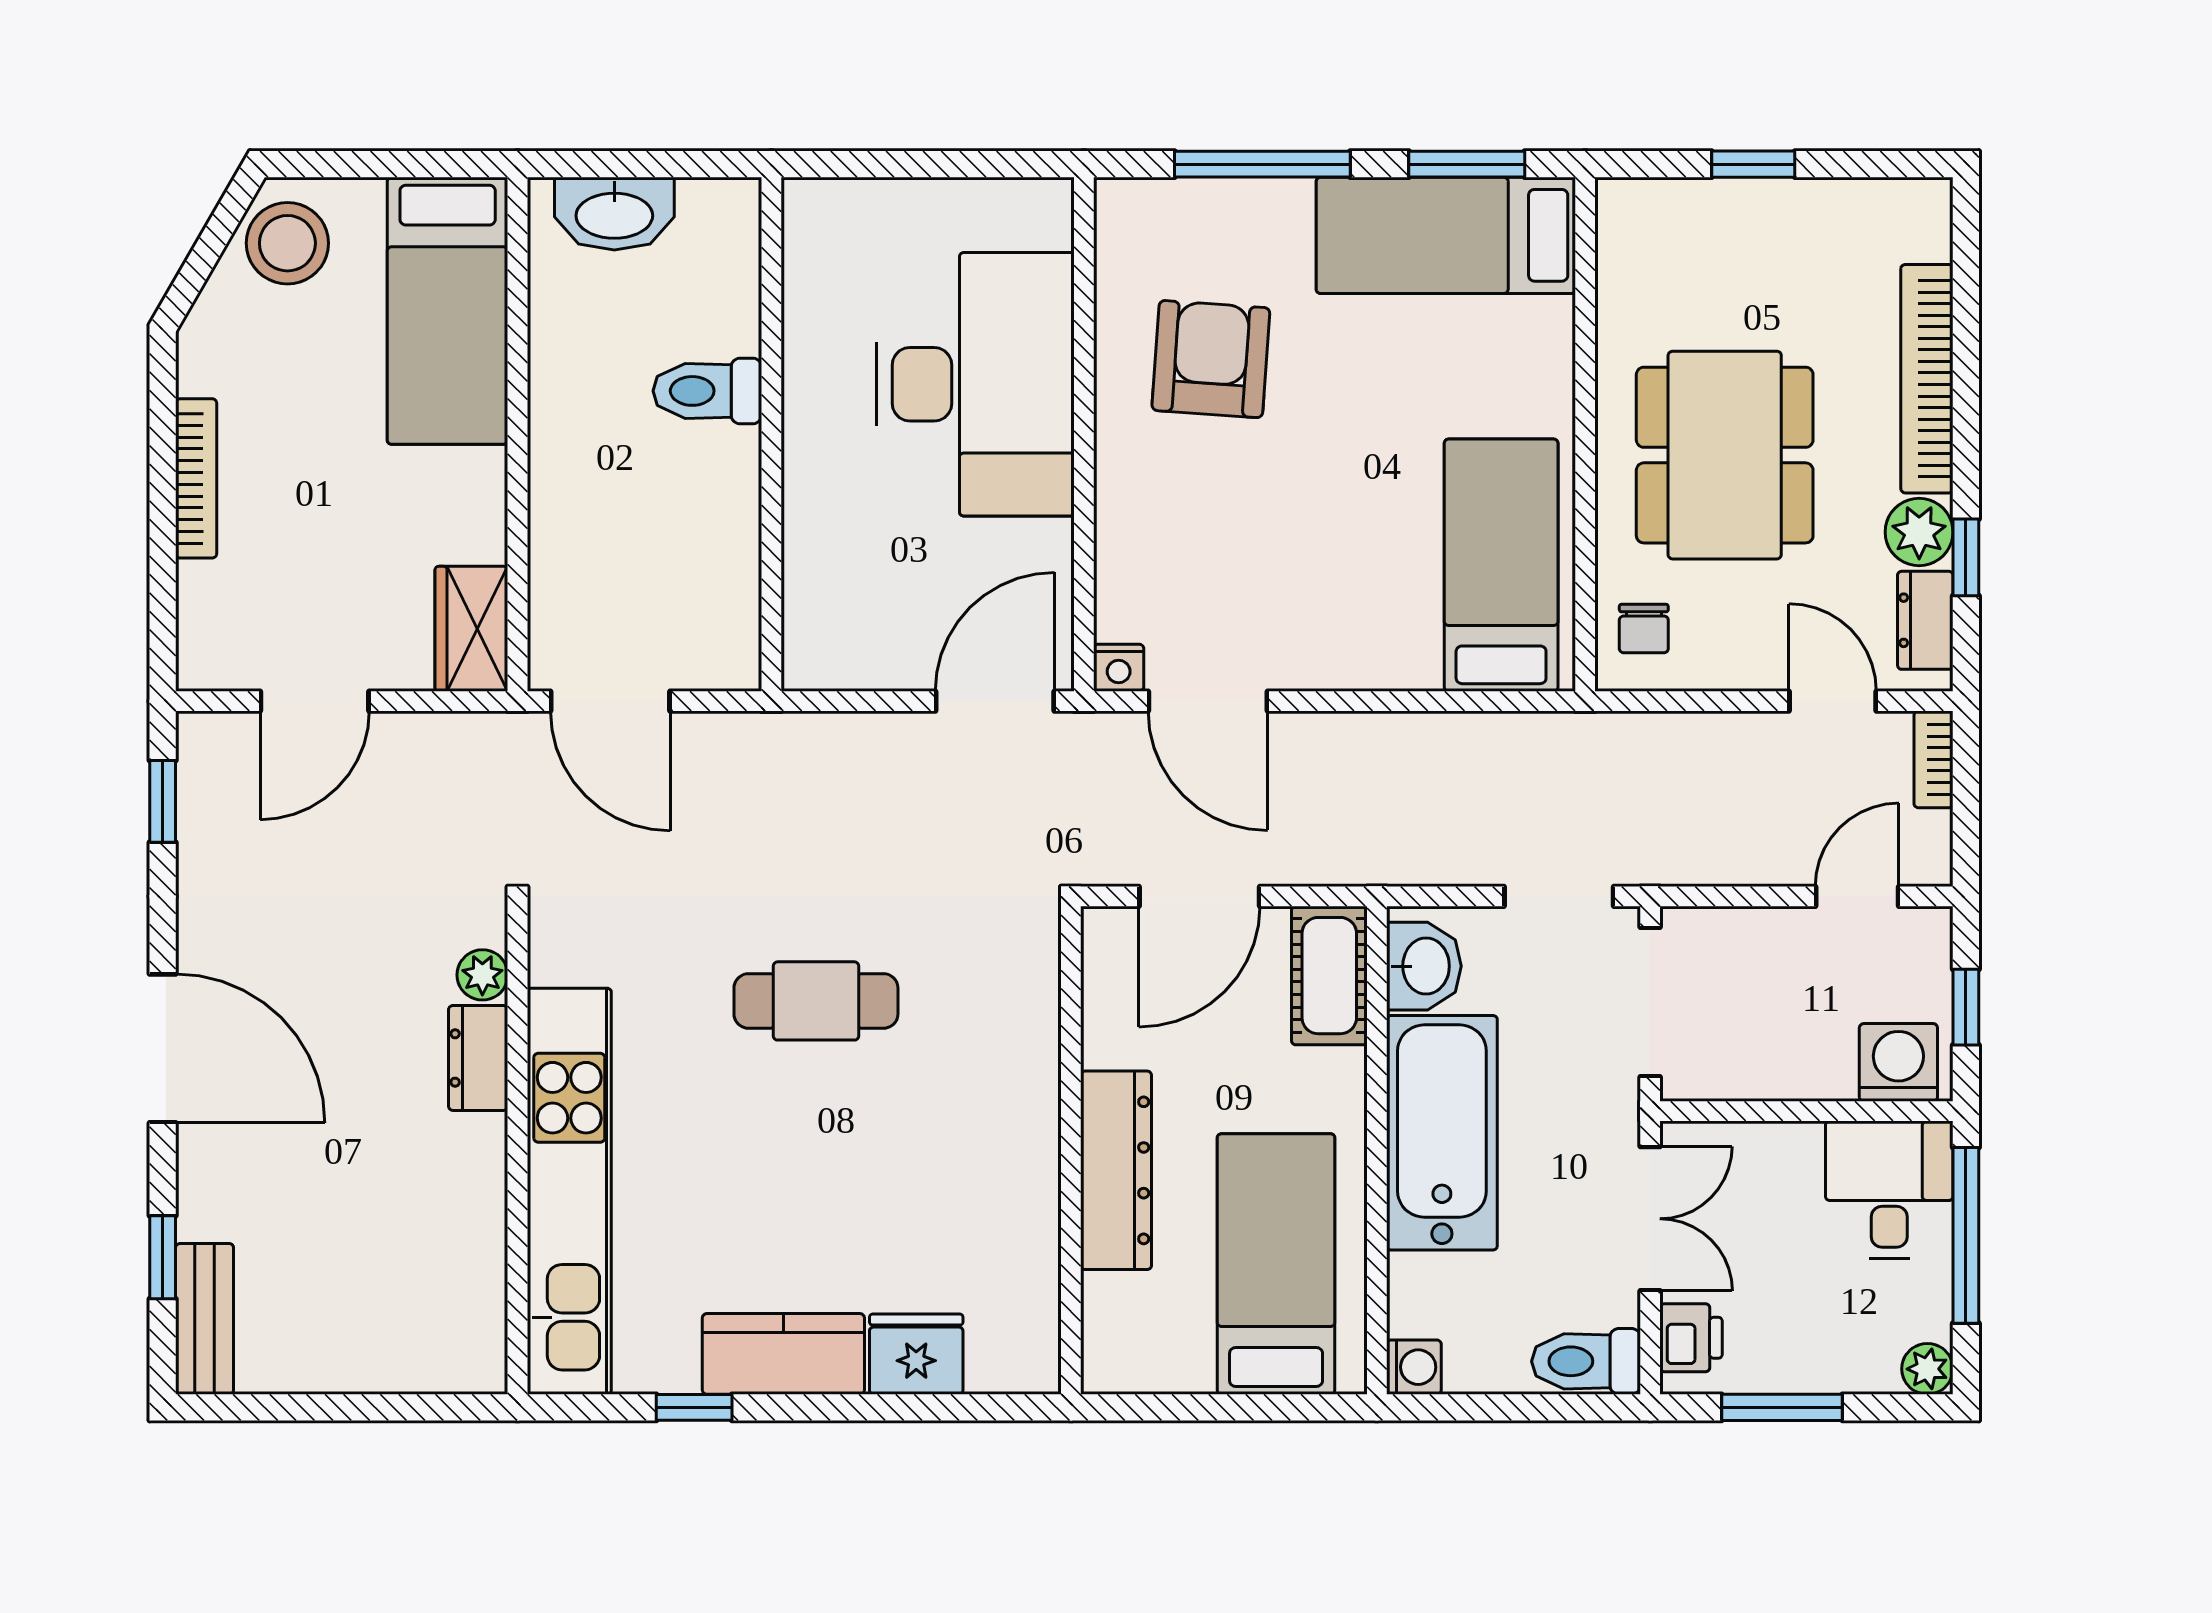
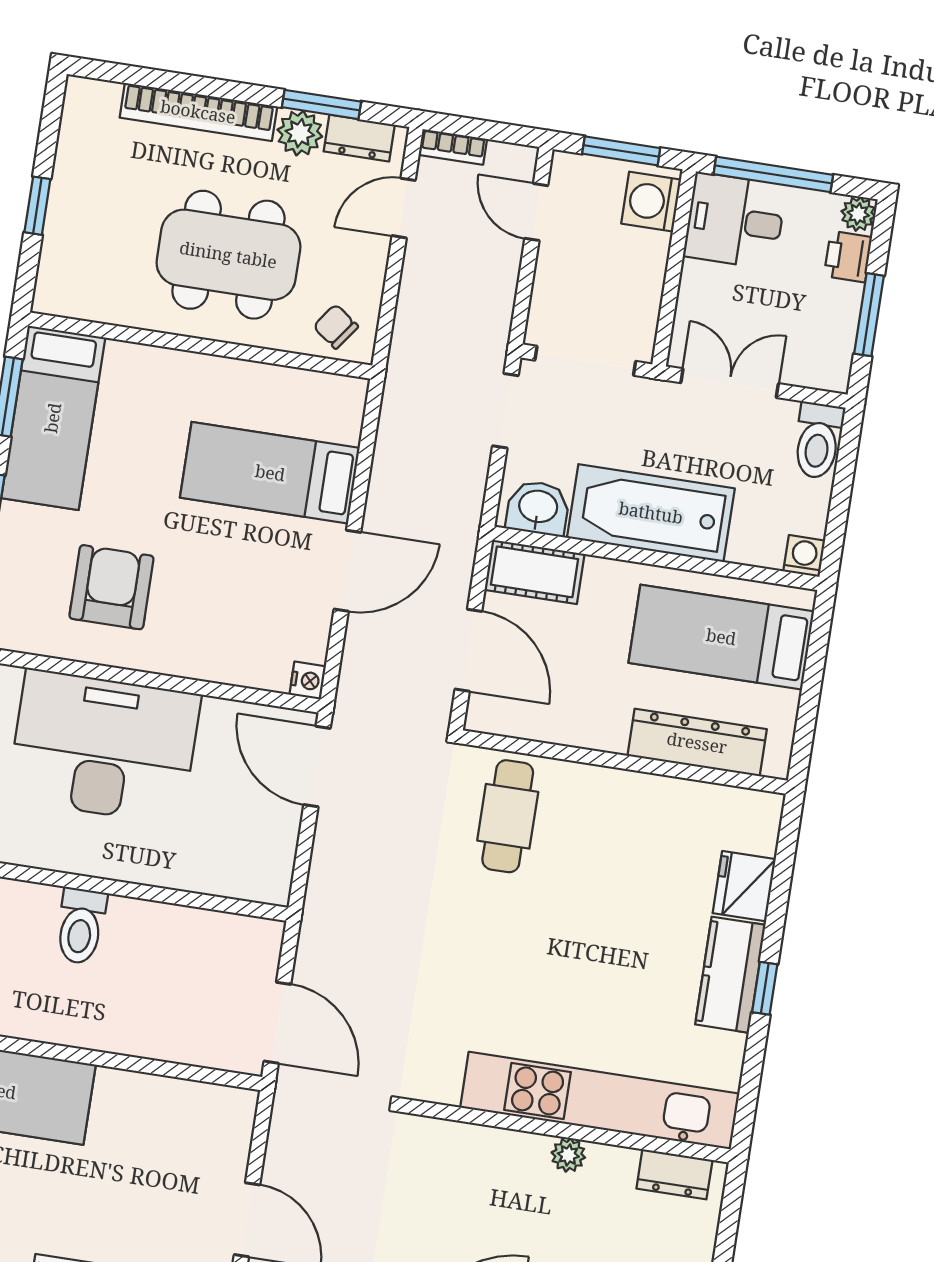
armchair: (1211, 359) -> (111, 587), turned 86
window: (1966, 557) -> (321, 104), width x1.50
bed: (1501, 565) -> (270, 473), moved
wardrobe: (471, 629) -> (215, 1108), removed
chair: (1644, 629) -> (336, 326), turned -144
door: (610, 701) -> (277, 1023), hinge flipped
door: (1208, 701) -> (347, 571), moved
plant: (482, 975) -> (568, 1155), moved
cafe table: (816, 1001) -> (508, 816), moved
window: (1966, 1007) -> (621, 151), width x1.50
dresser: (478, 1058) -> (674, 1174), moved
dresser: (1116, 1170) -> (697, 743), moved
printer: (1691, 1338) -> (848, 257), moved, turned -90
window: (694, 1407) -> (765, 988), moved

